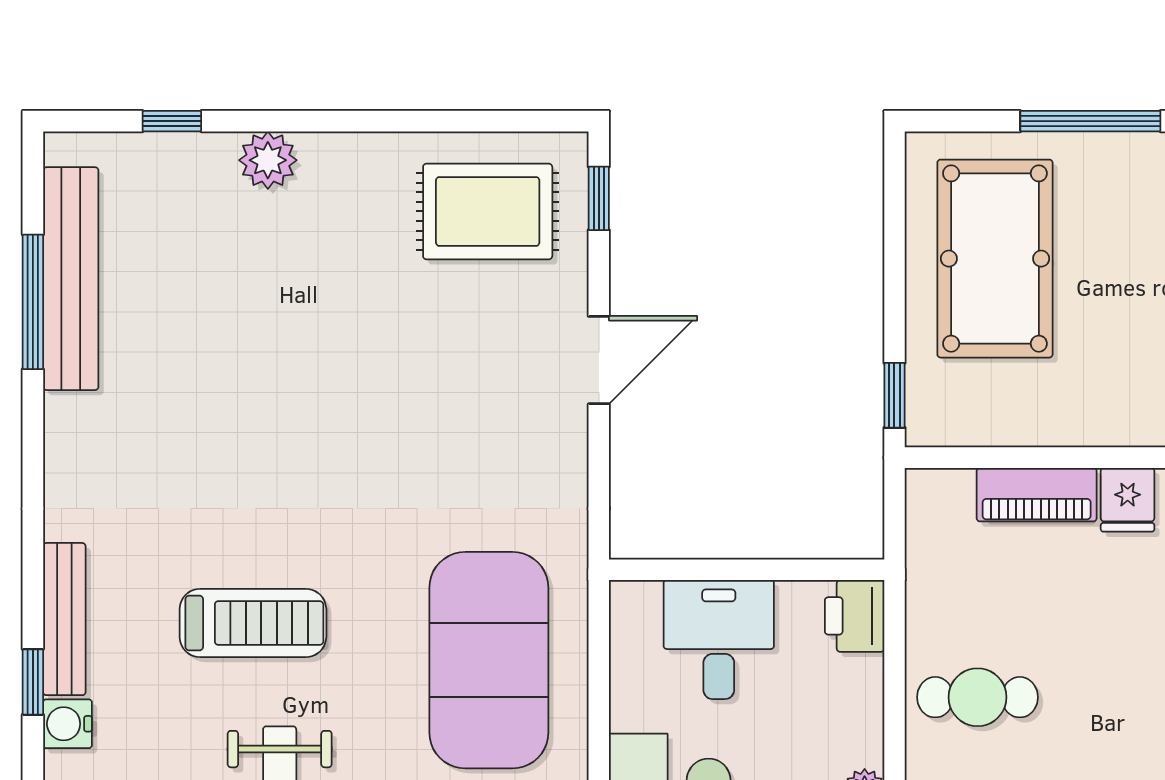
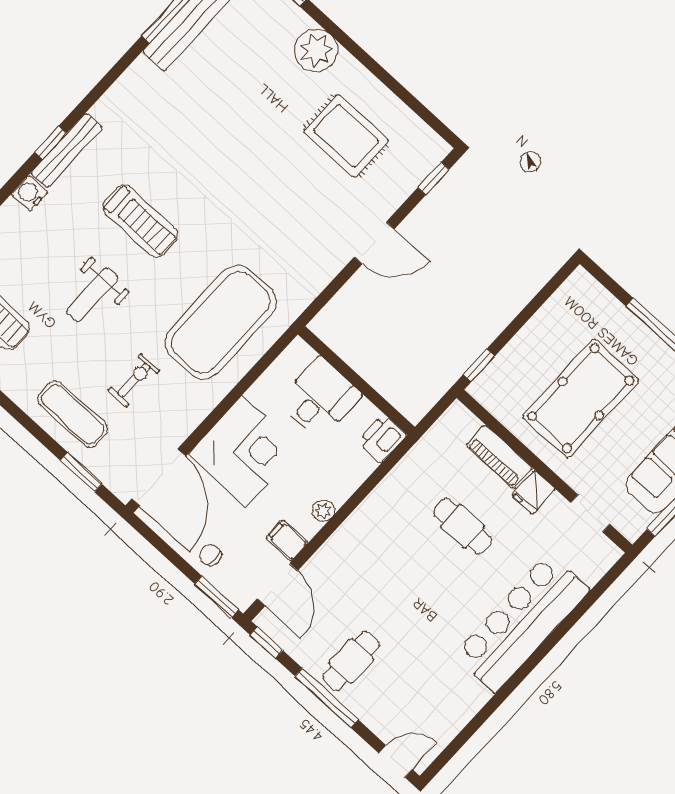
plant: (268, 160) -> (316, 50), width x1.36, depth x1.36
rug: (488, 211) -> (346, 136), moved
pool table: (995, 259) -> (581, 398), moved
window: (33, 682) -> (51, 143), moved
cafe table: (977, 697) -> (463, 526), moved

